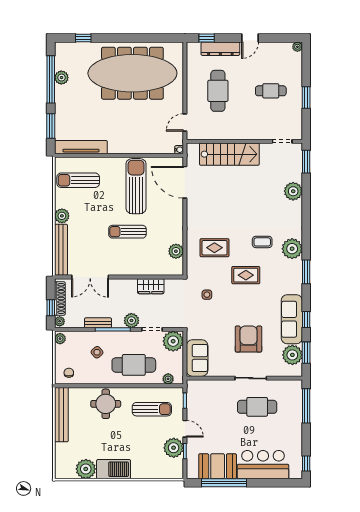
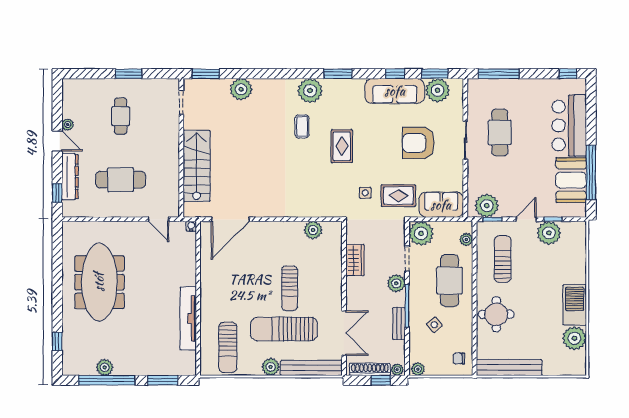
plant: (297, 47) -> (68, 125), moved
meeting table: (132, 73) -> (99, 282), width x0.73, depth x0.79
tv unit: (81, 147) -> (188, 318), moved
sun lounger: (136, 186) -> (284, 329), moved
rug: (214, 248) -> (398, 196), moved, turned 90
plant: (196, 396) -> (487, 206), added

